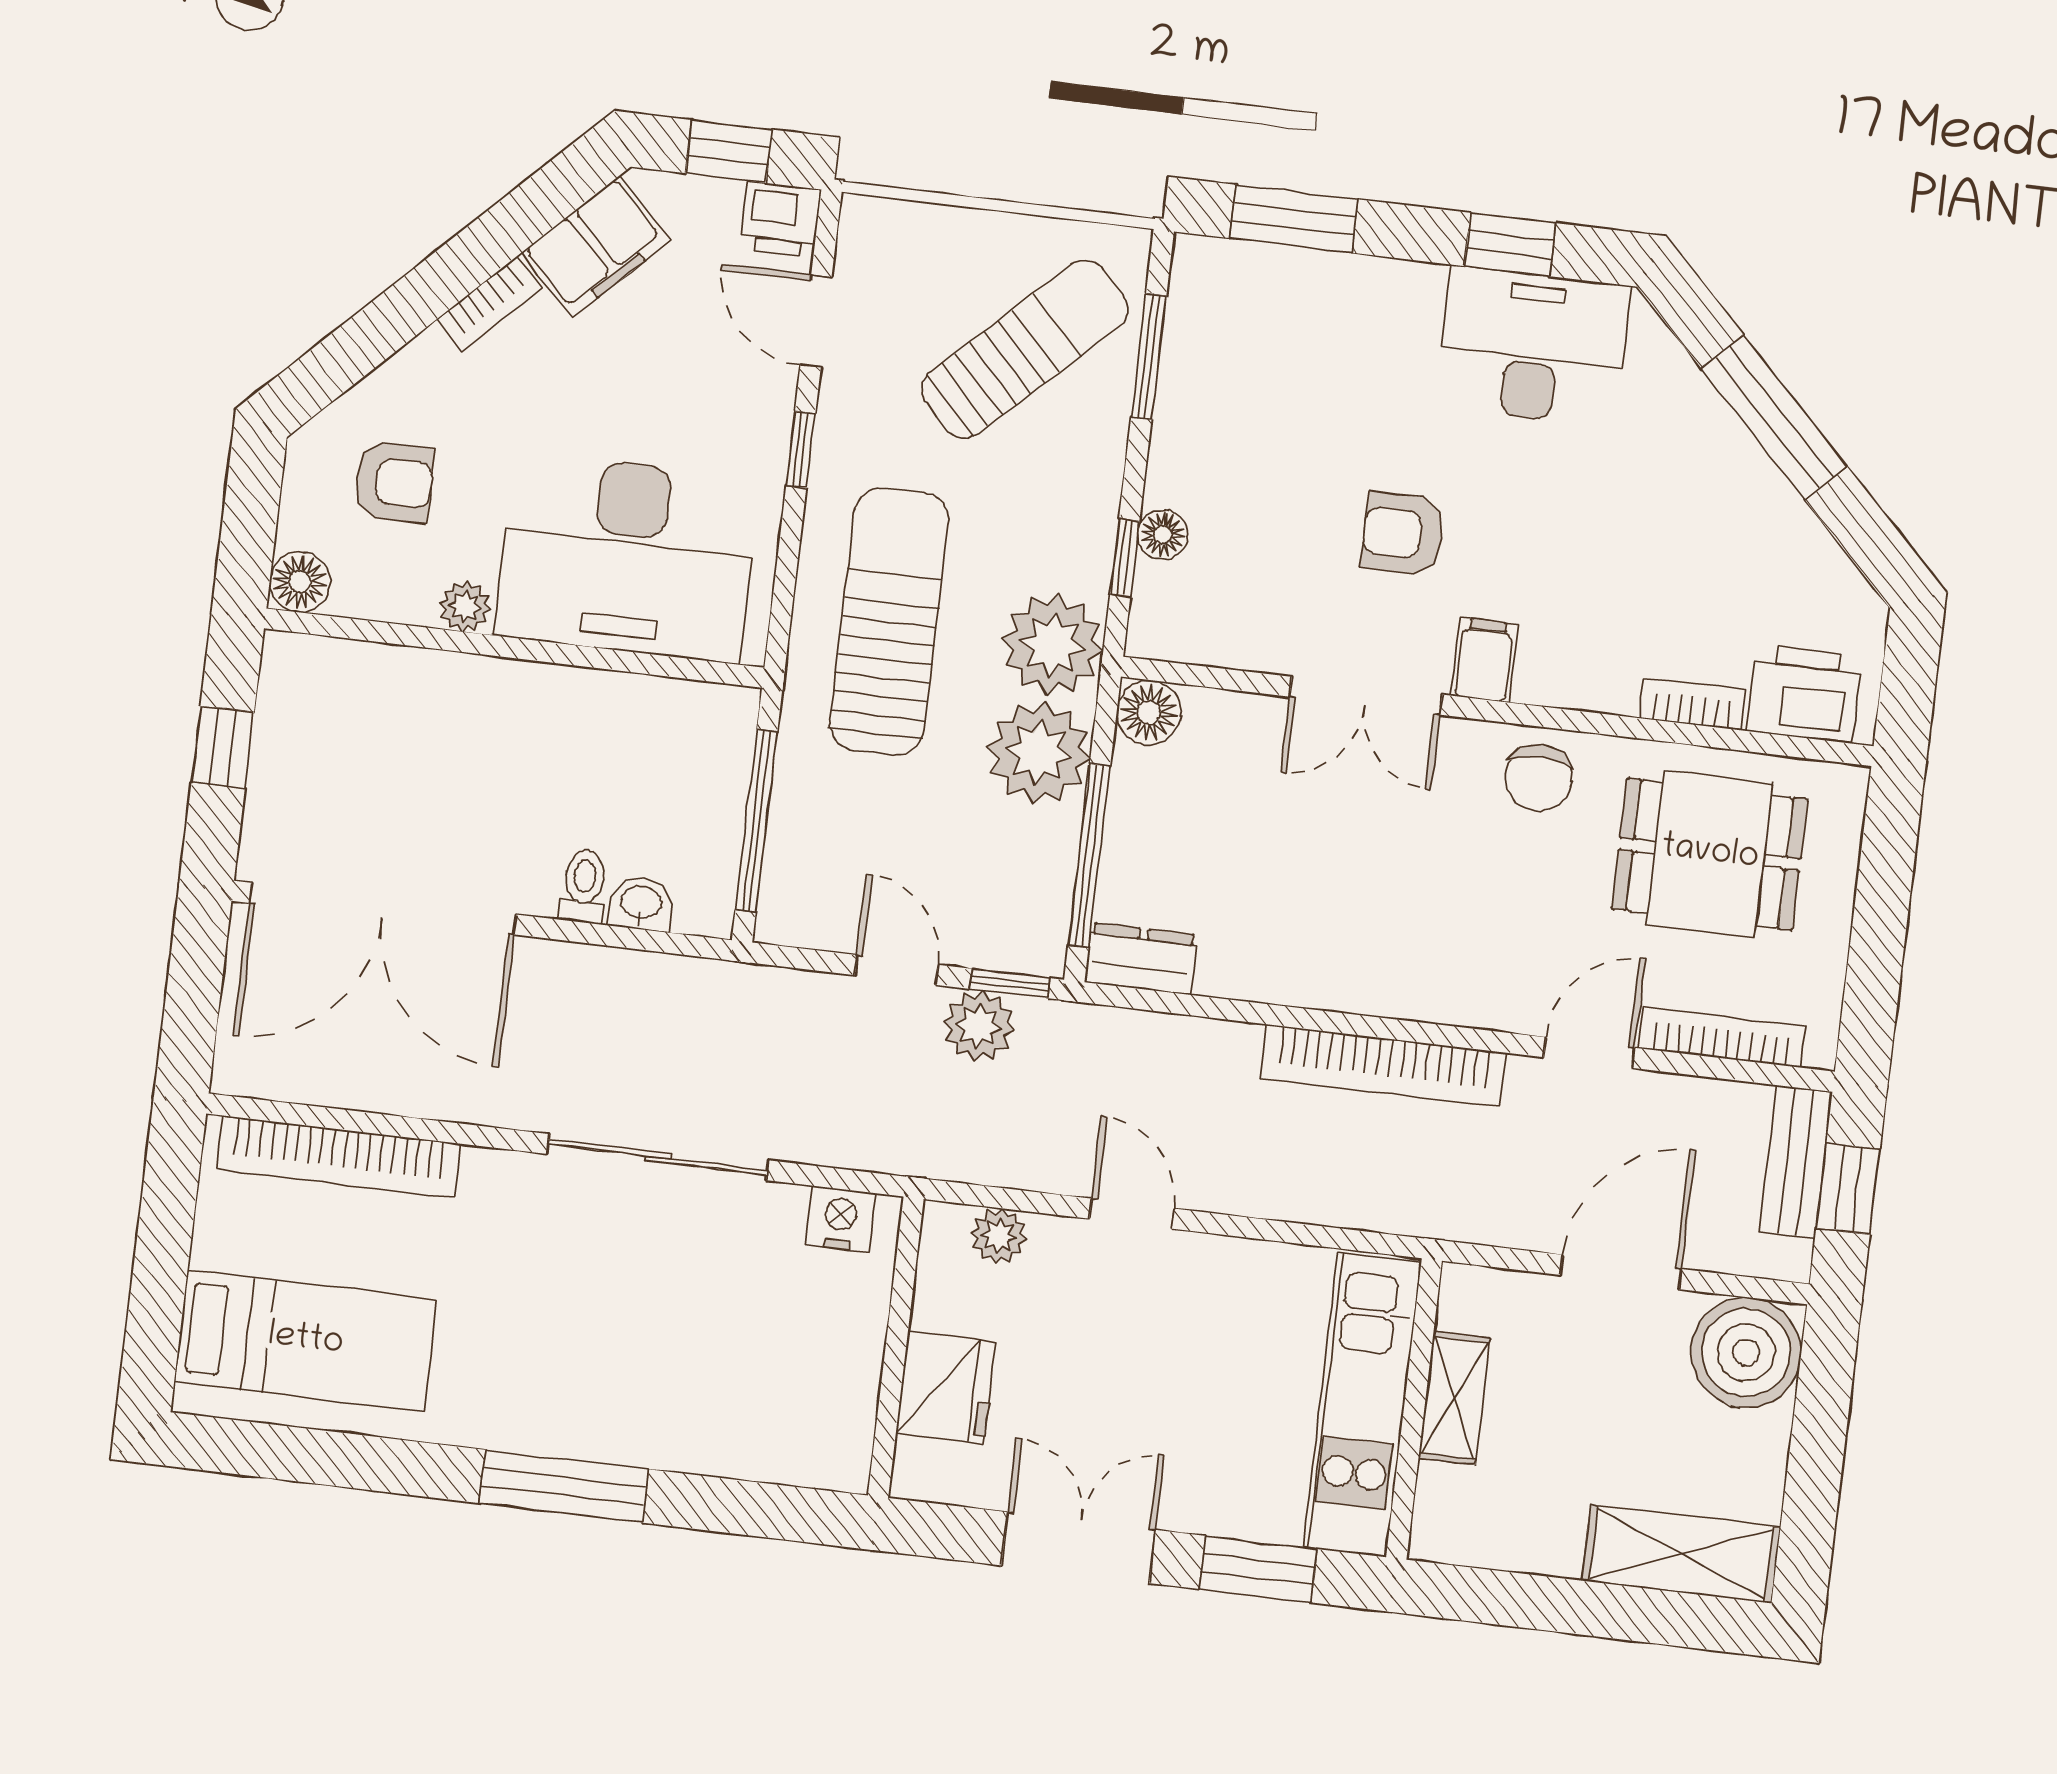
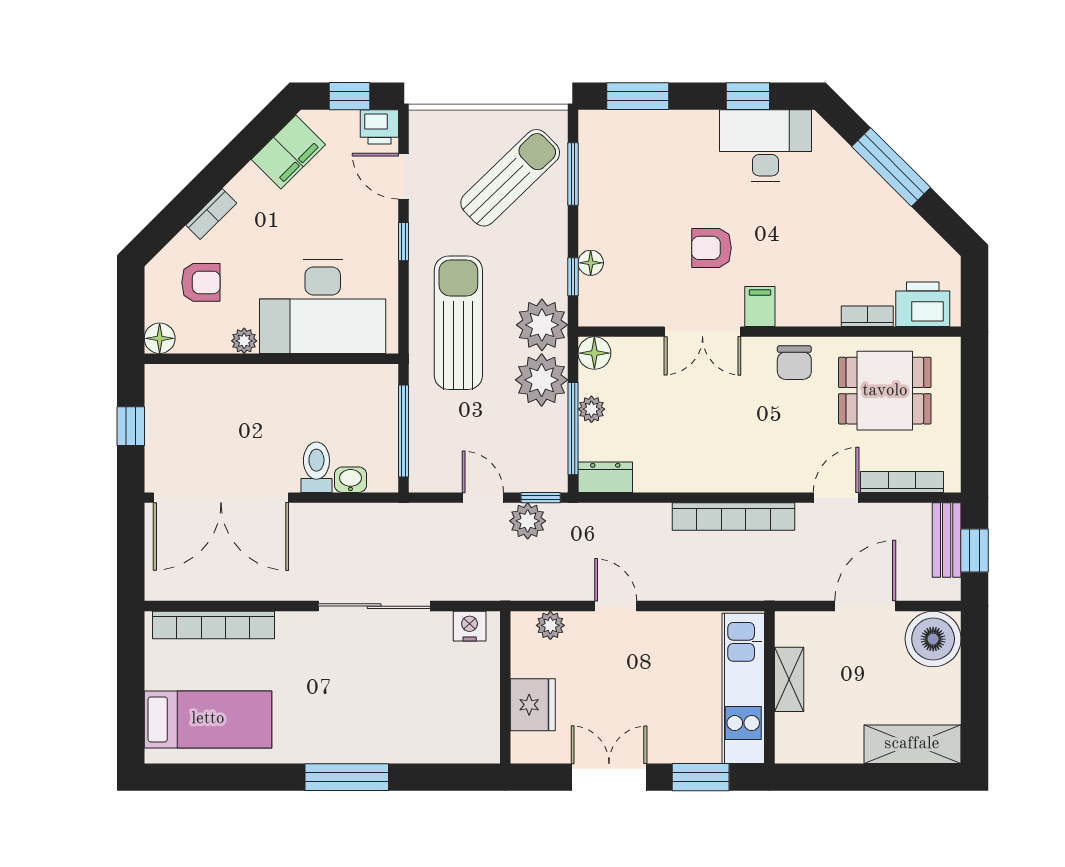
bookcase: (489, 304) -> (211, 214), moved
plant: (1130, 822) -> (591, 409), added
toilet: (584, 886) -> (316, 467), width x1.37, depth x1.39

